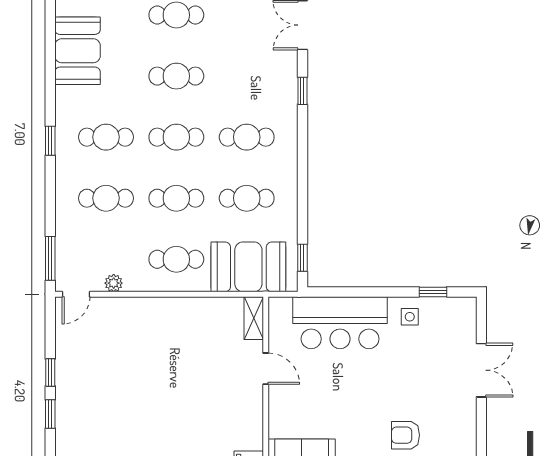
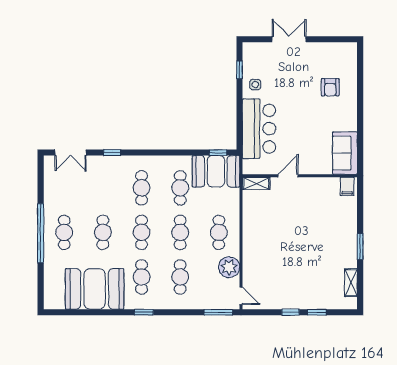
booth: (77, 51) -> (95, 289), width x1.36, depth x1.42
booth: (248, 267) -> (216, 171), moved, turned 90
plant: (114, 283) -> (229, 267), width x1.87, depth x1.87

